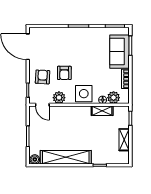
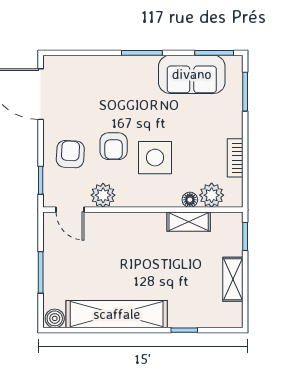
sofa: (120, 52) -> (192, 74), moved, turned -90
side table: (84, 94) -> (155, 158), moved

